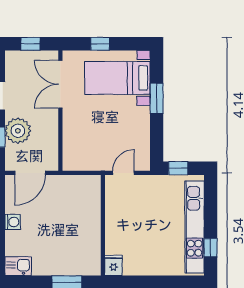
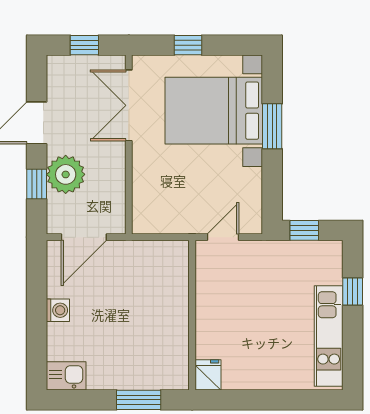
bed with nightstands: (117, 78) -> (214, 111), width x1.36
kitchen unit: (195, 227) -> (329, 336), width x0.73
window: (211, 248) -> (353, 291), moved

